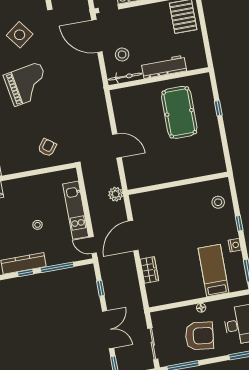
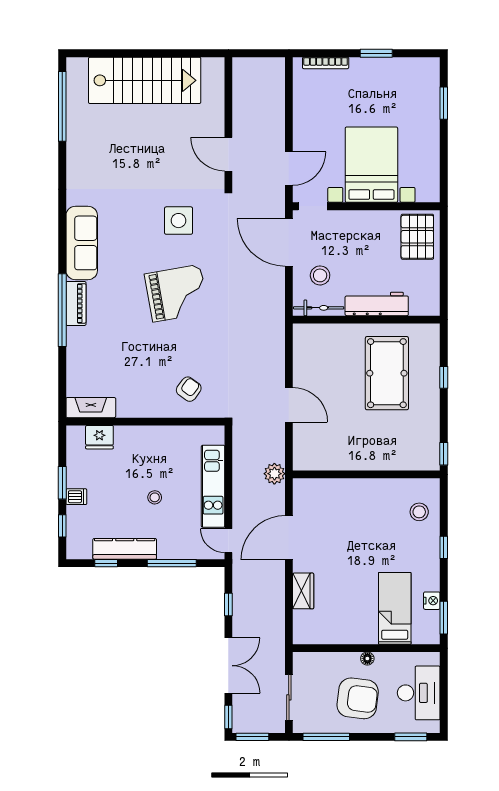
side table: (20, 35) -> (179, 221), turned 37
window: (228, 160) -> (444, 454), added
nightstand: (235, 245) -> (432, 601), moved
window: (26, 273) -> (106, 563), moved

